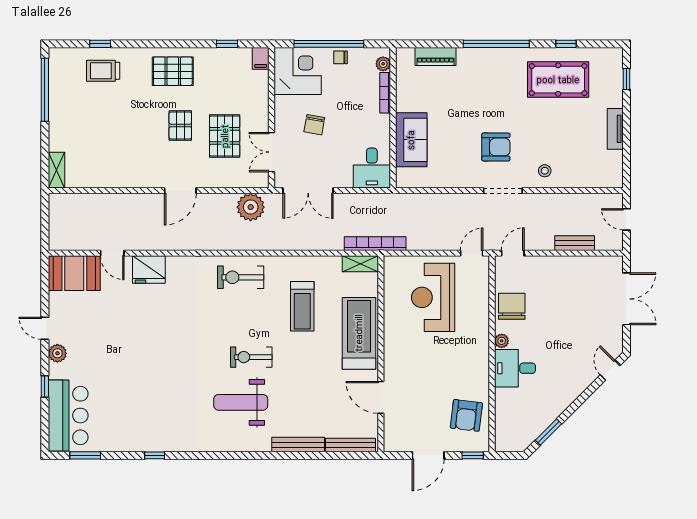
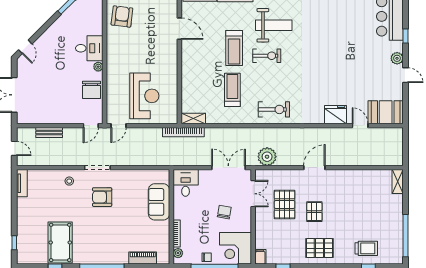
pool table: (558, 80) -> (60, 242), turned 90
tv unit: (615, 129) -> (22, 183), moved
treadmill: (359, 333) -> (234, 48), moved, width x0.73, depth x0.73

